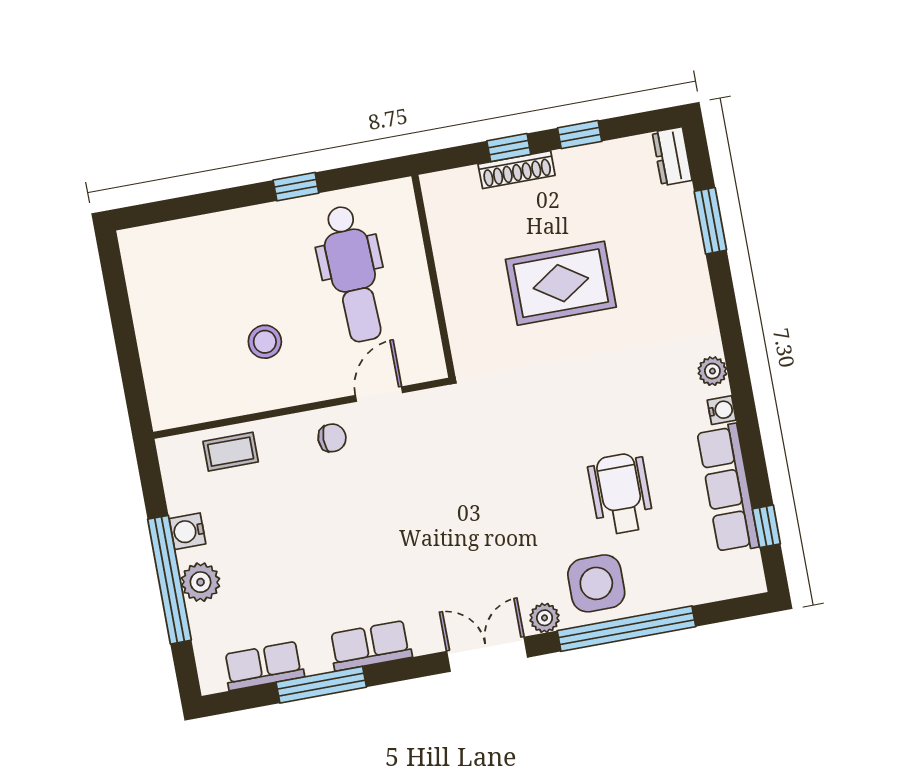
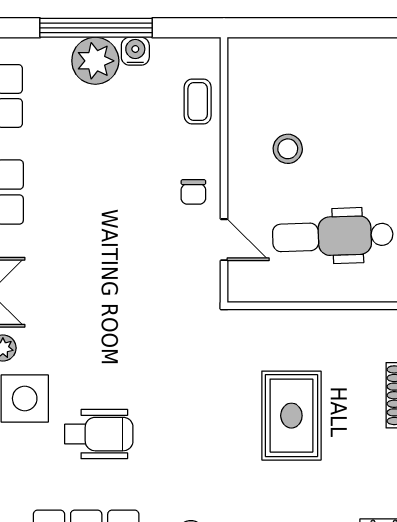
plant: (201, 582) -> (95, 61), width x1.36, depth x1.36

